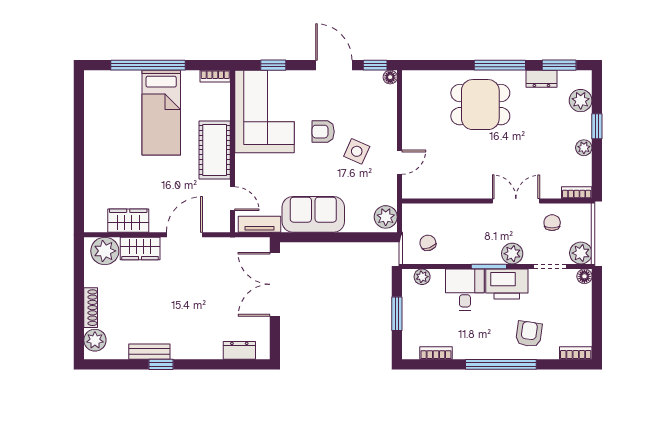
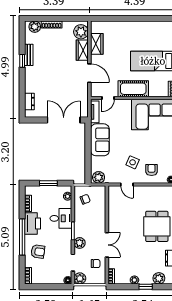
armchair: (323, 132) -> (152, 170), moved
printer: (507, 284) -> (33, 223), moved, turned 180

